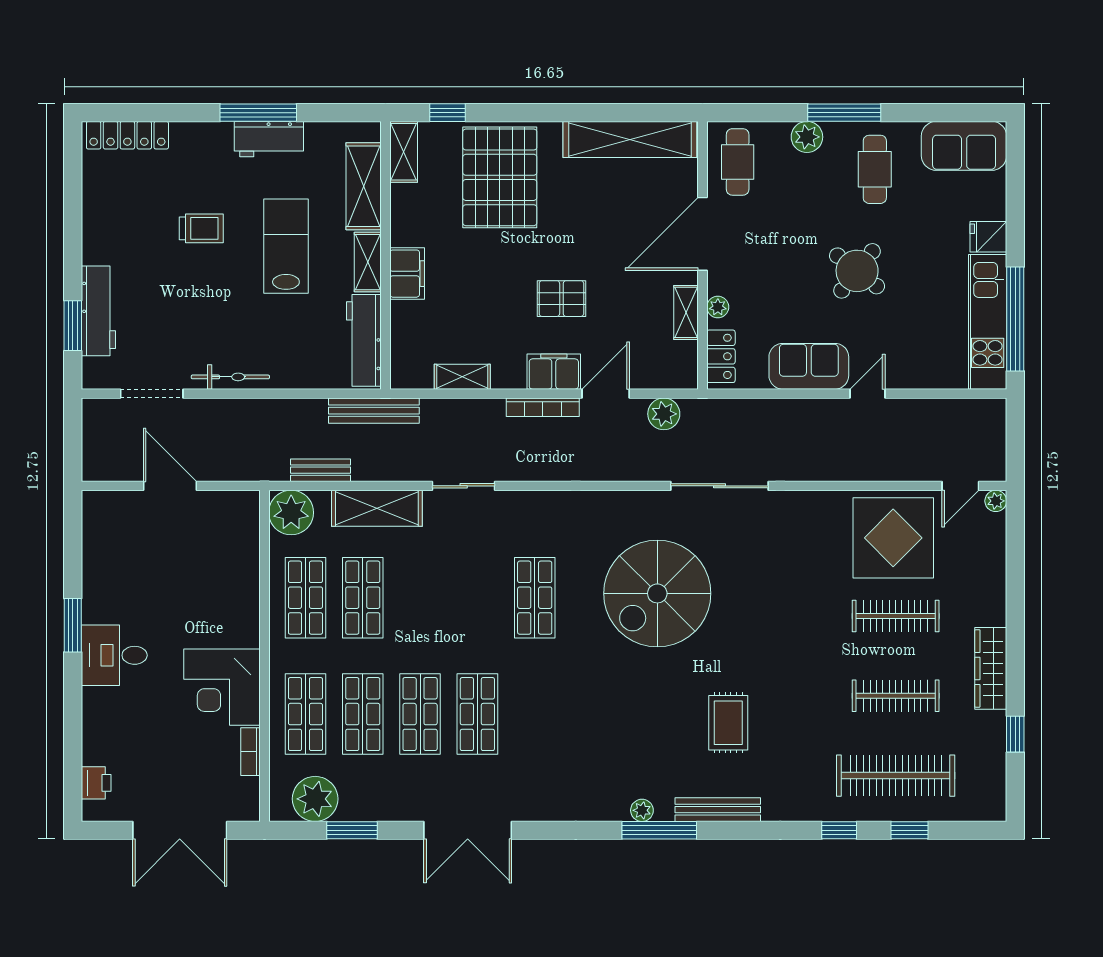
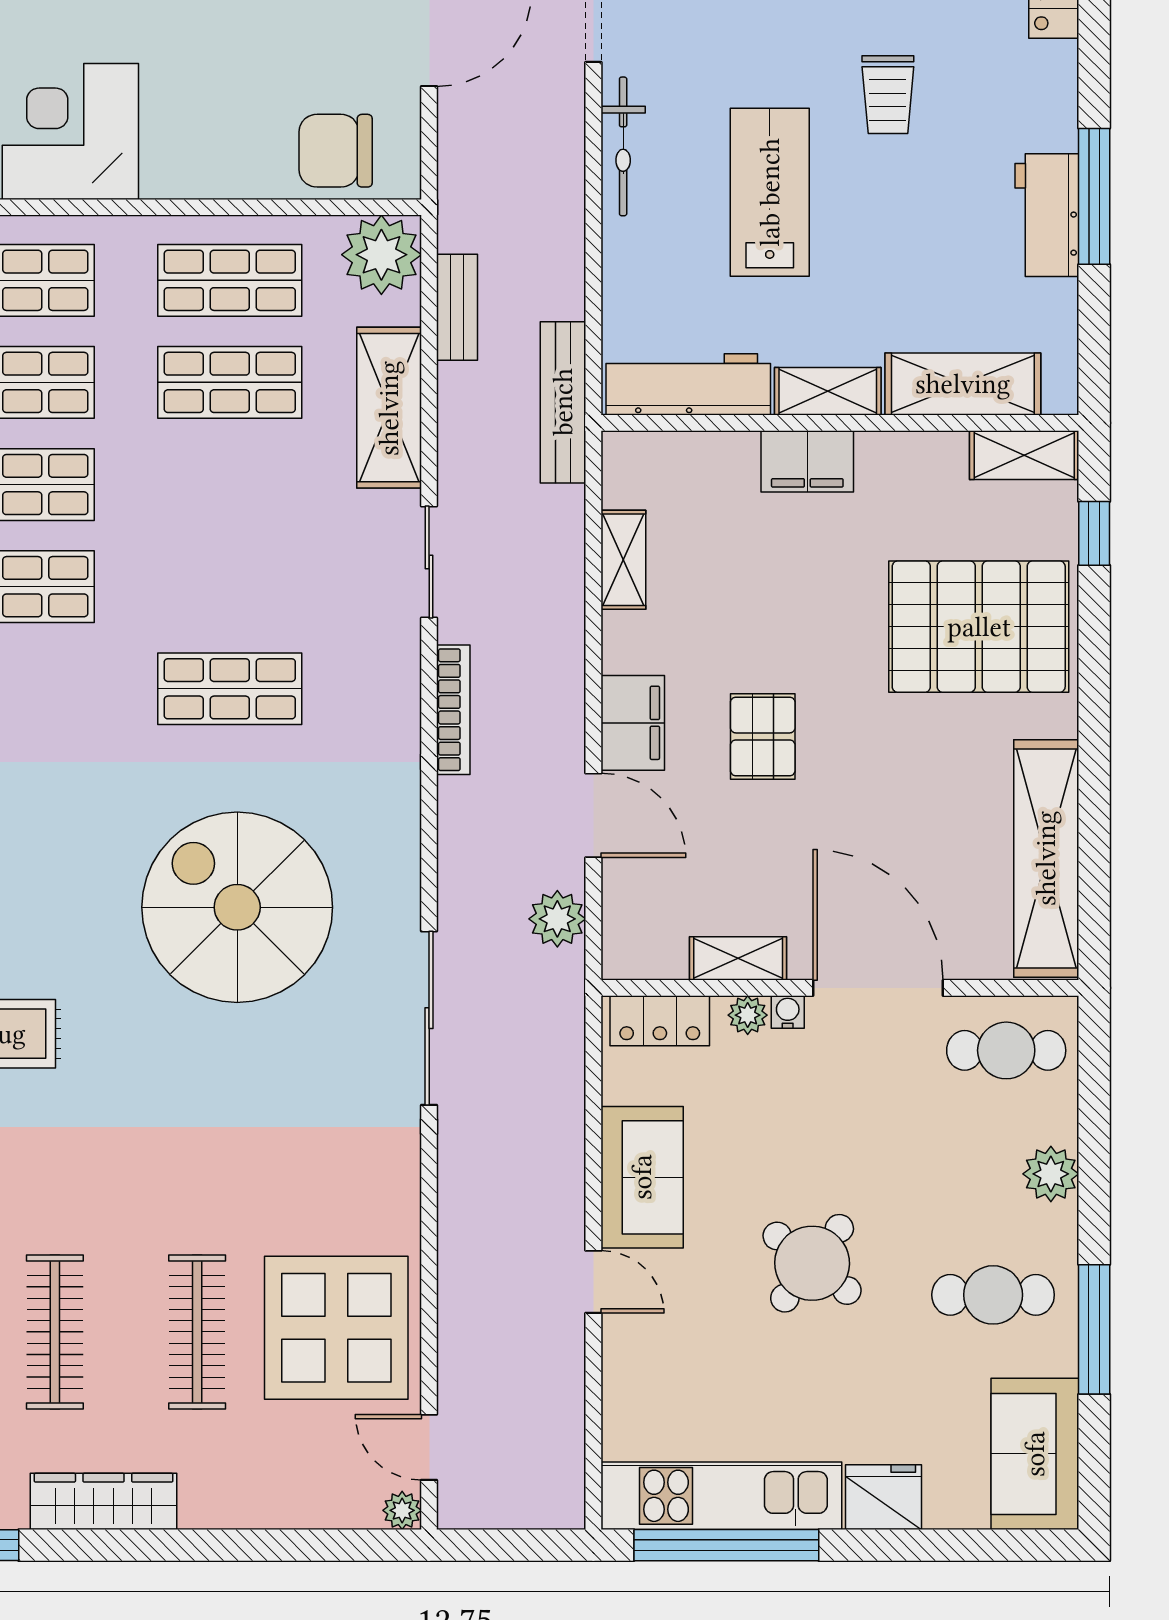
window: (844, 113) -> (1094, 1329), moved
fridge: (988, 237) -> (883, 1497), width x1.38
lab bench: (286, 246) -> (770, 192), moved, turned -90
water cooler: (716, 285) -> (788, 1012), added
bookcase: (543, 407) -> (453, 710), moved, turned 180
chair: (233, 538) -> (336, 151), added

